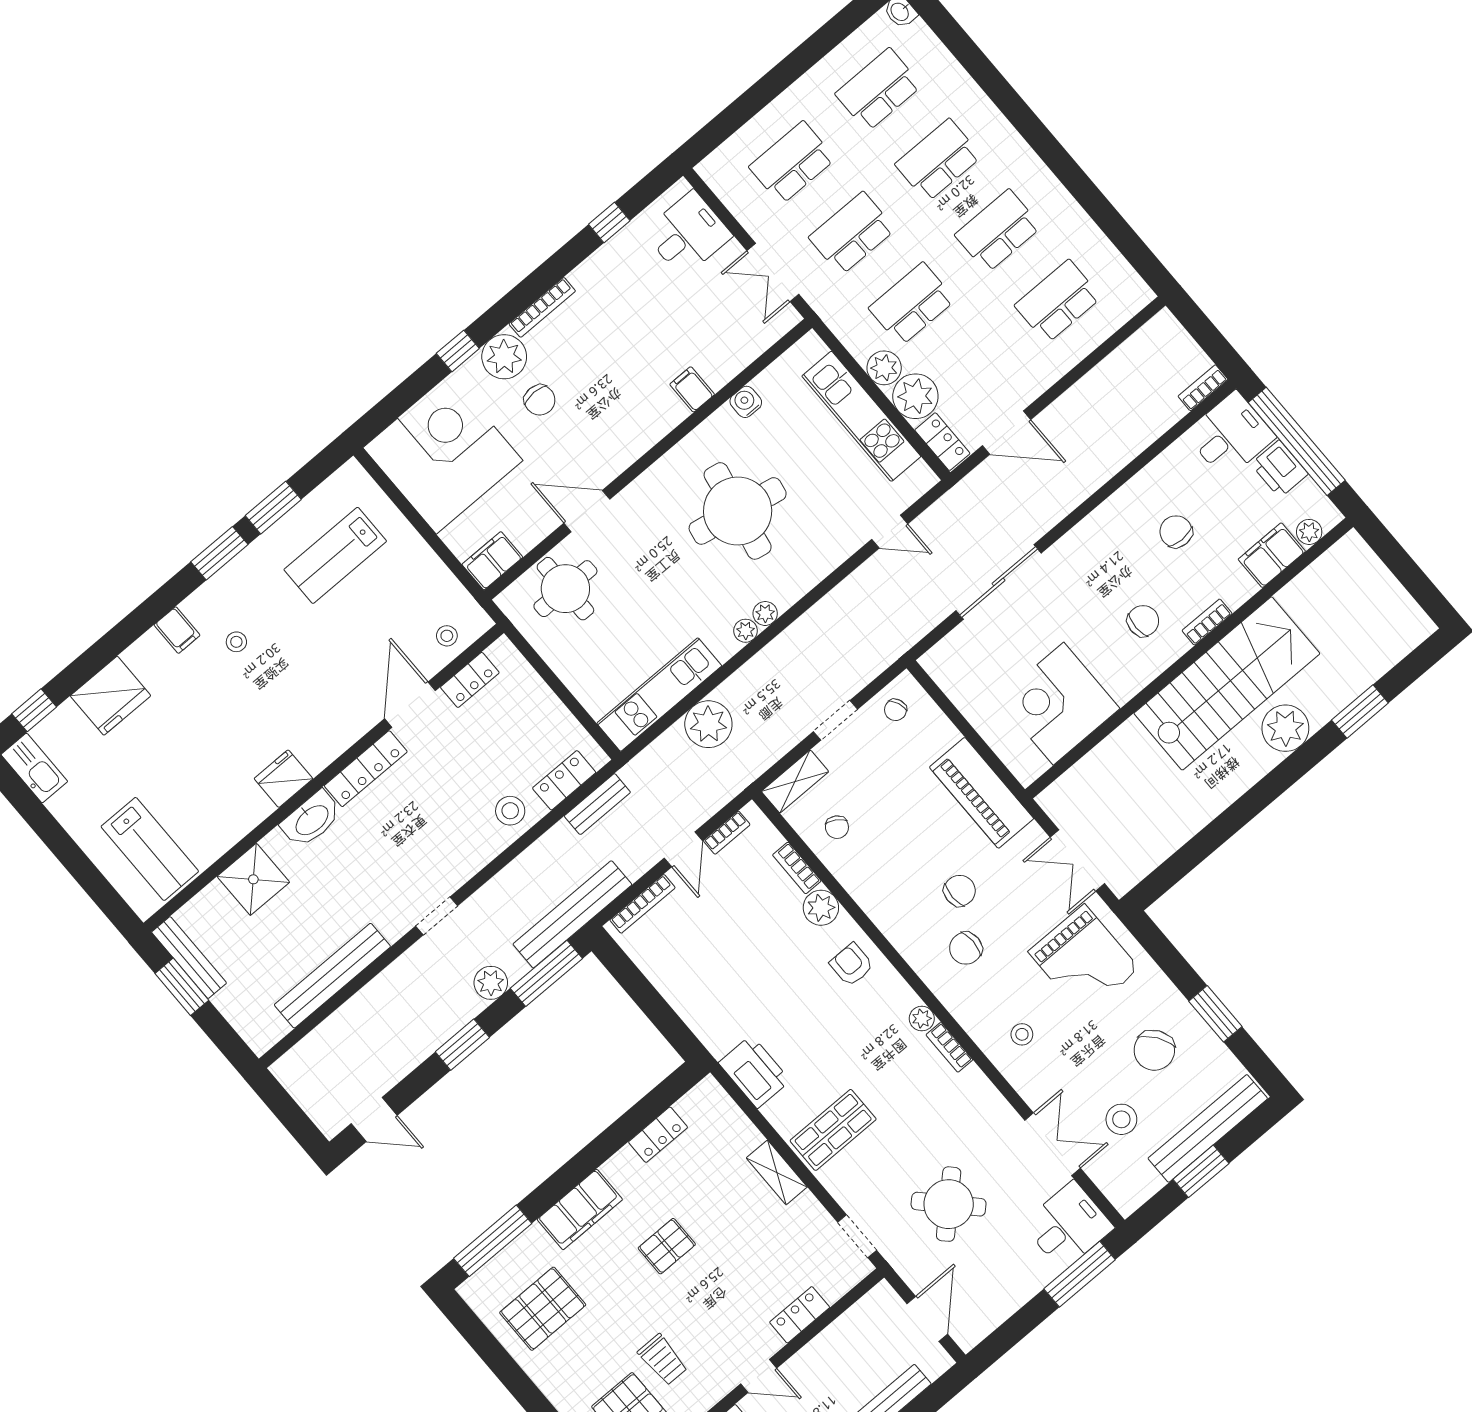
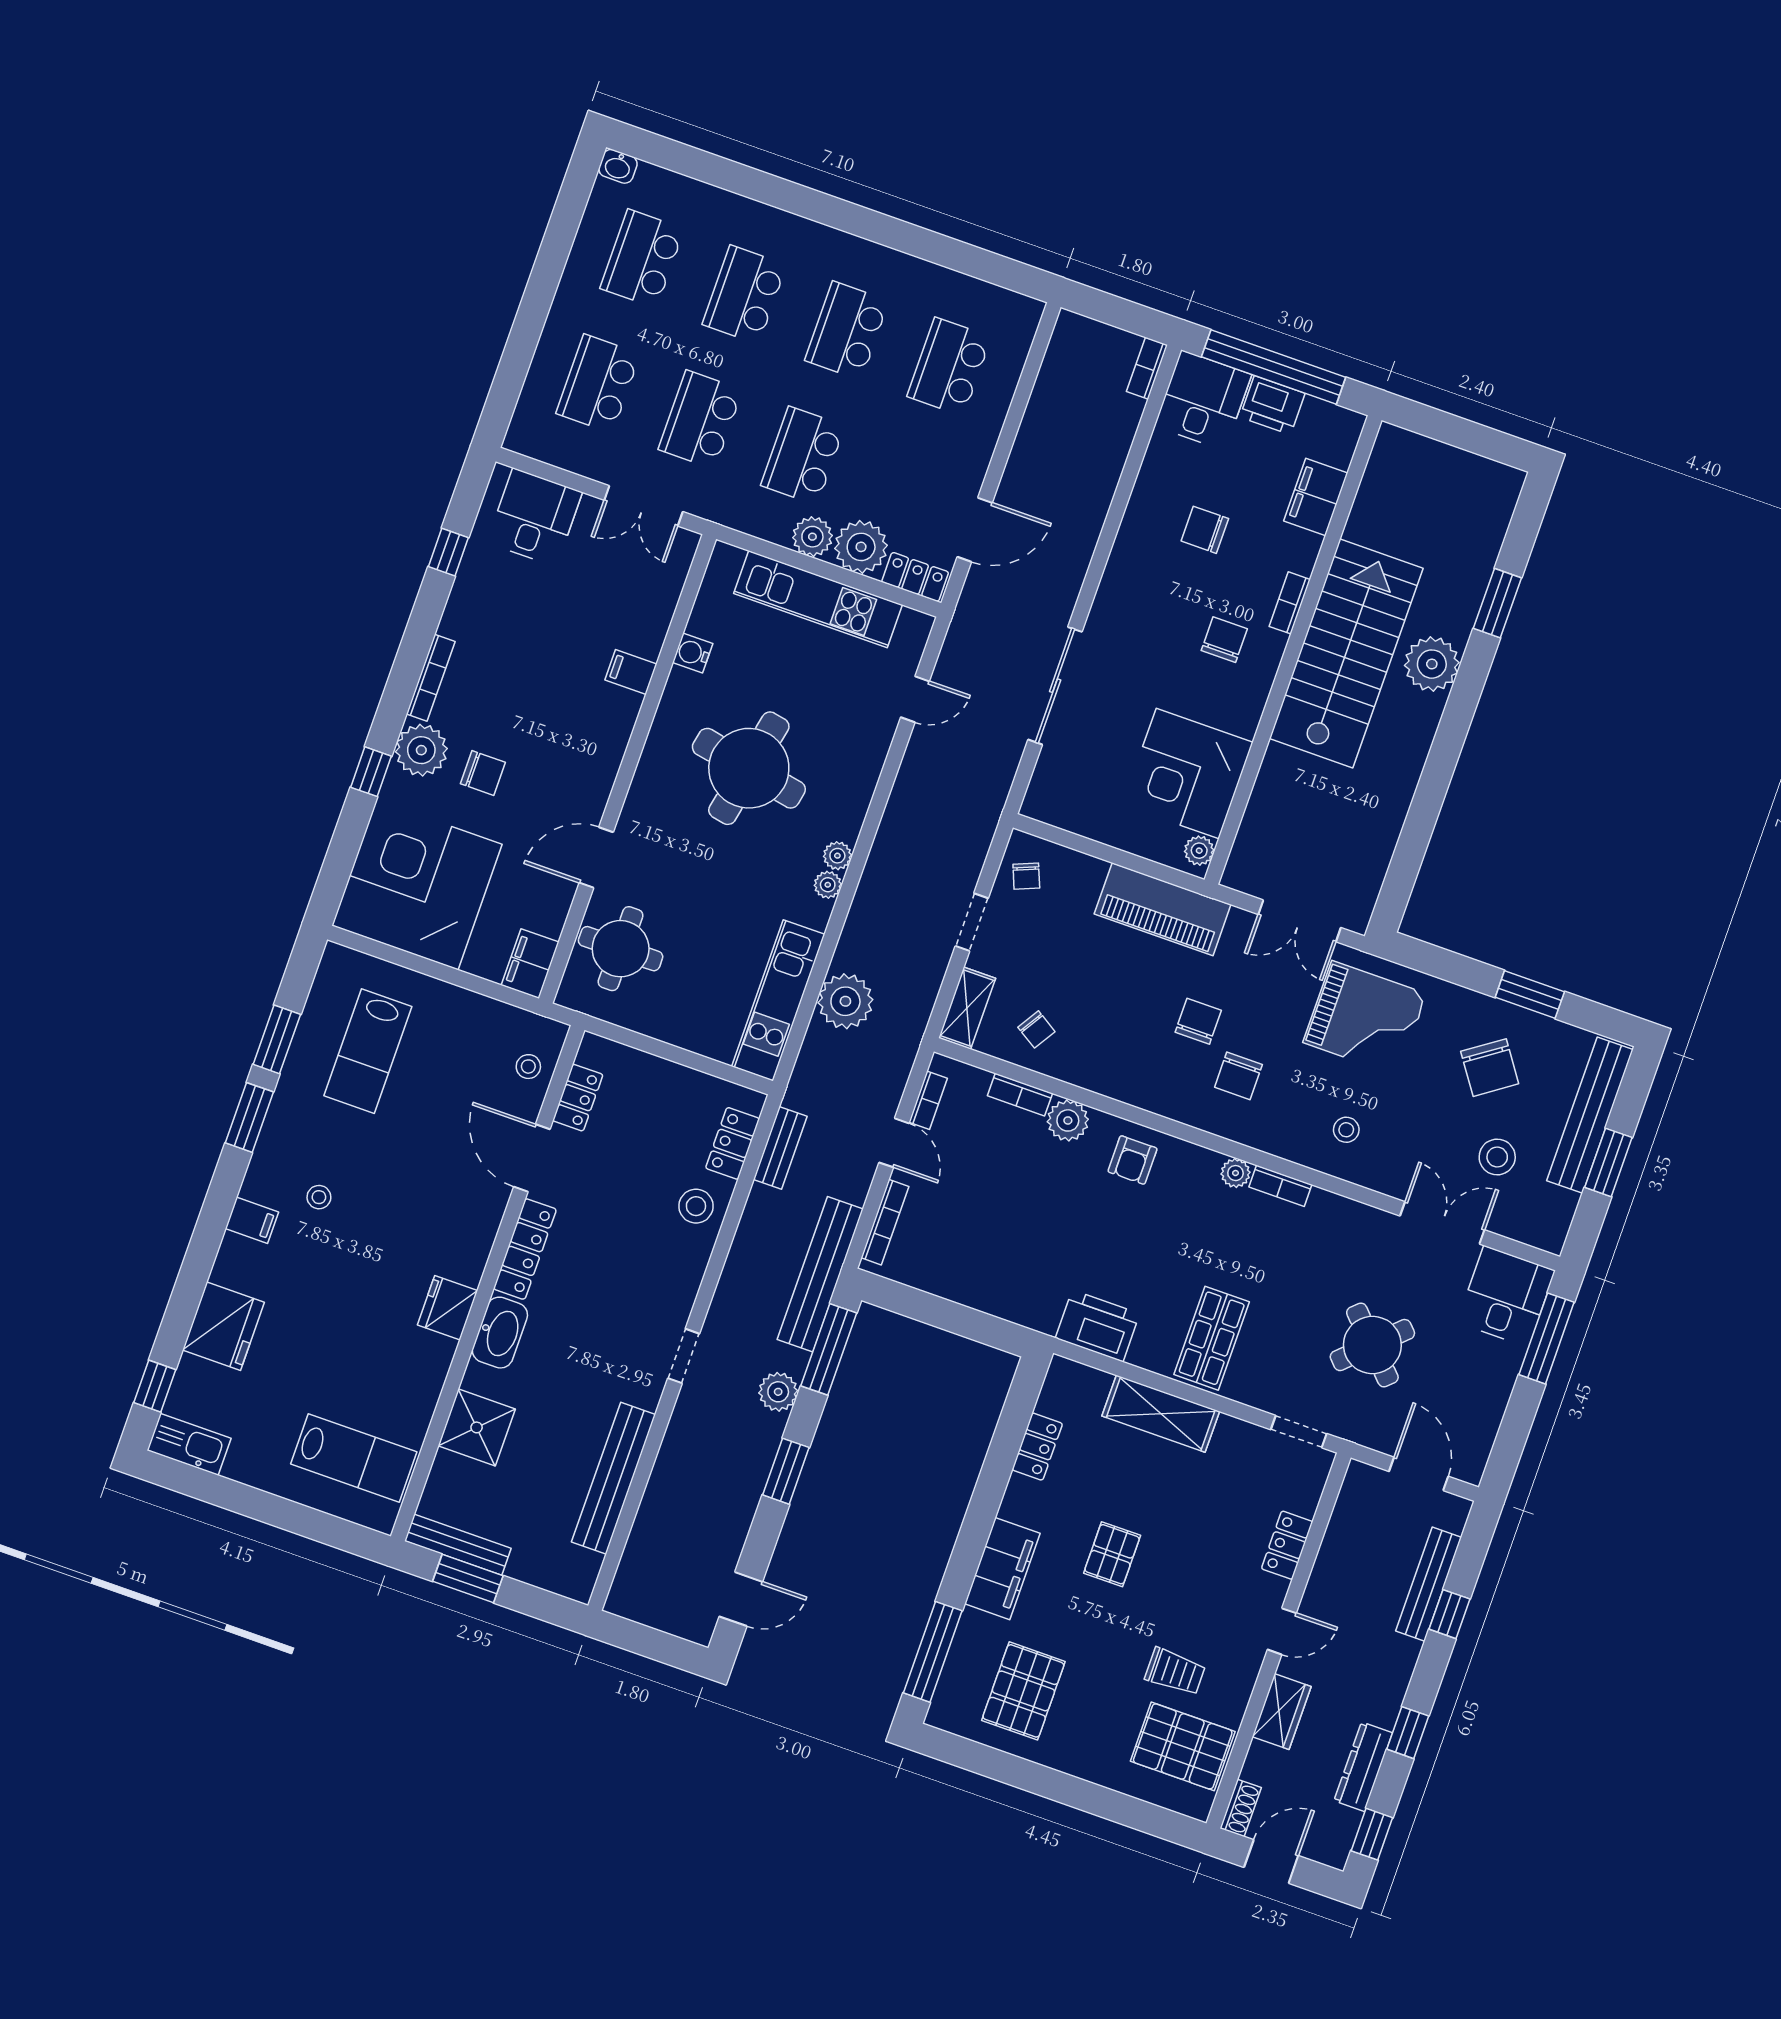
plant: (1309, 532) -> (1199, 851), moved
armchair: (852, 965) -> (1132, 1160), turned -90
shelving: (777, 1172) -> (1161, 1414), width x1.50, depth x1.33

